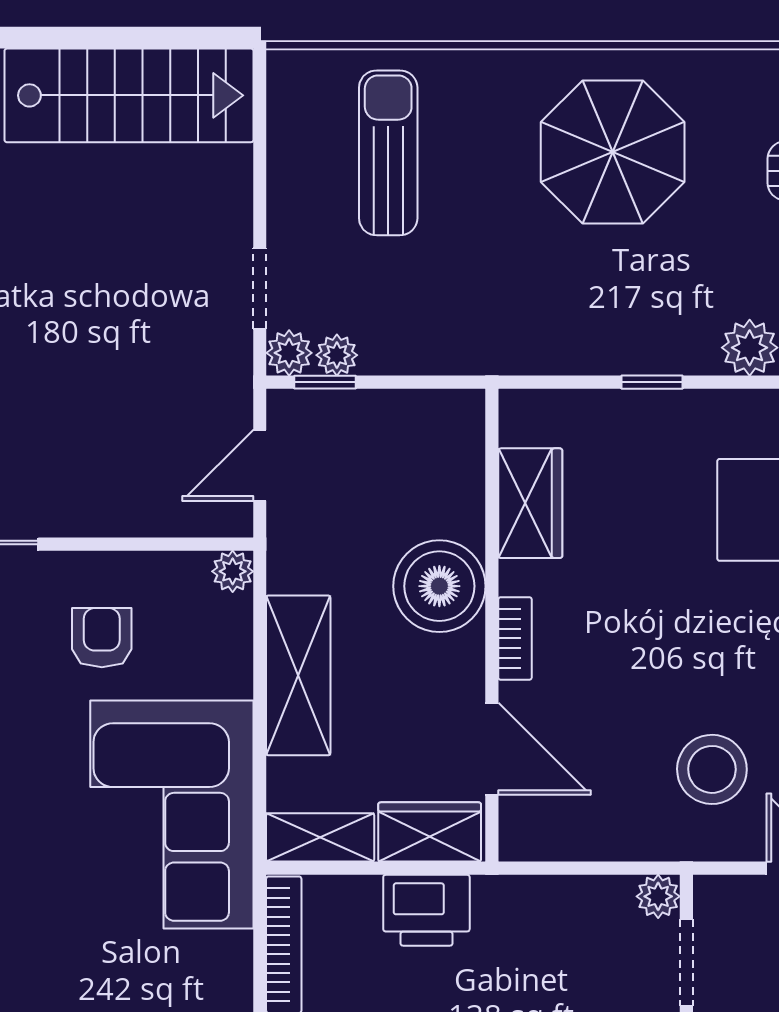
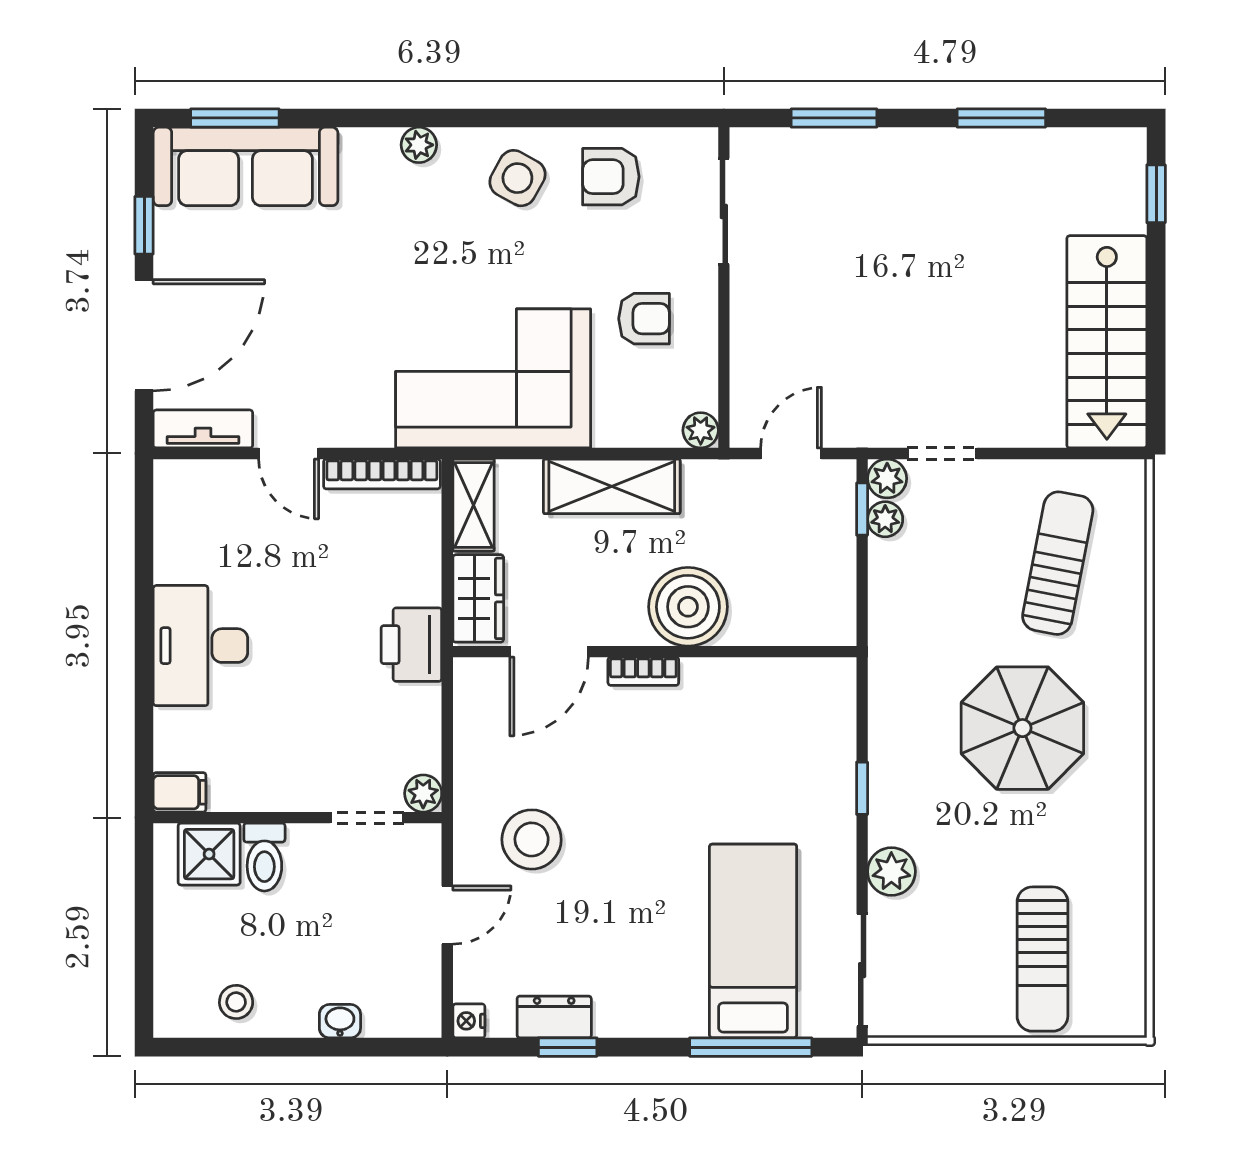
parasol: (613, 152) -> (1022, 728), moved
sun lounger: (388, 153) -> (1058, 563), turned -79
door: (260, 465) -> (791, 453), hinge flipped
wardrobe: (530, 503) -> (759, 684), removed
printer: (426, 910) -> (411, 645), moved

